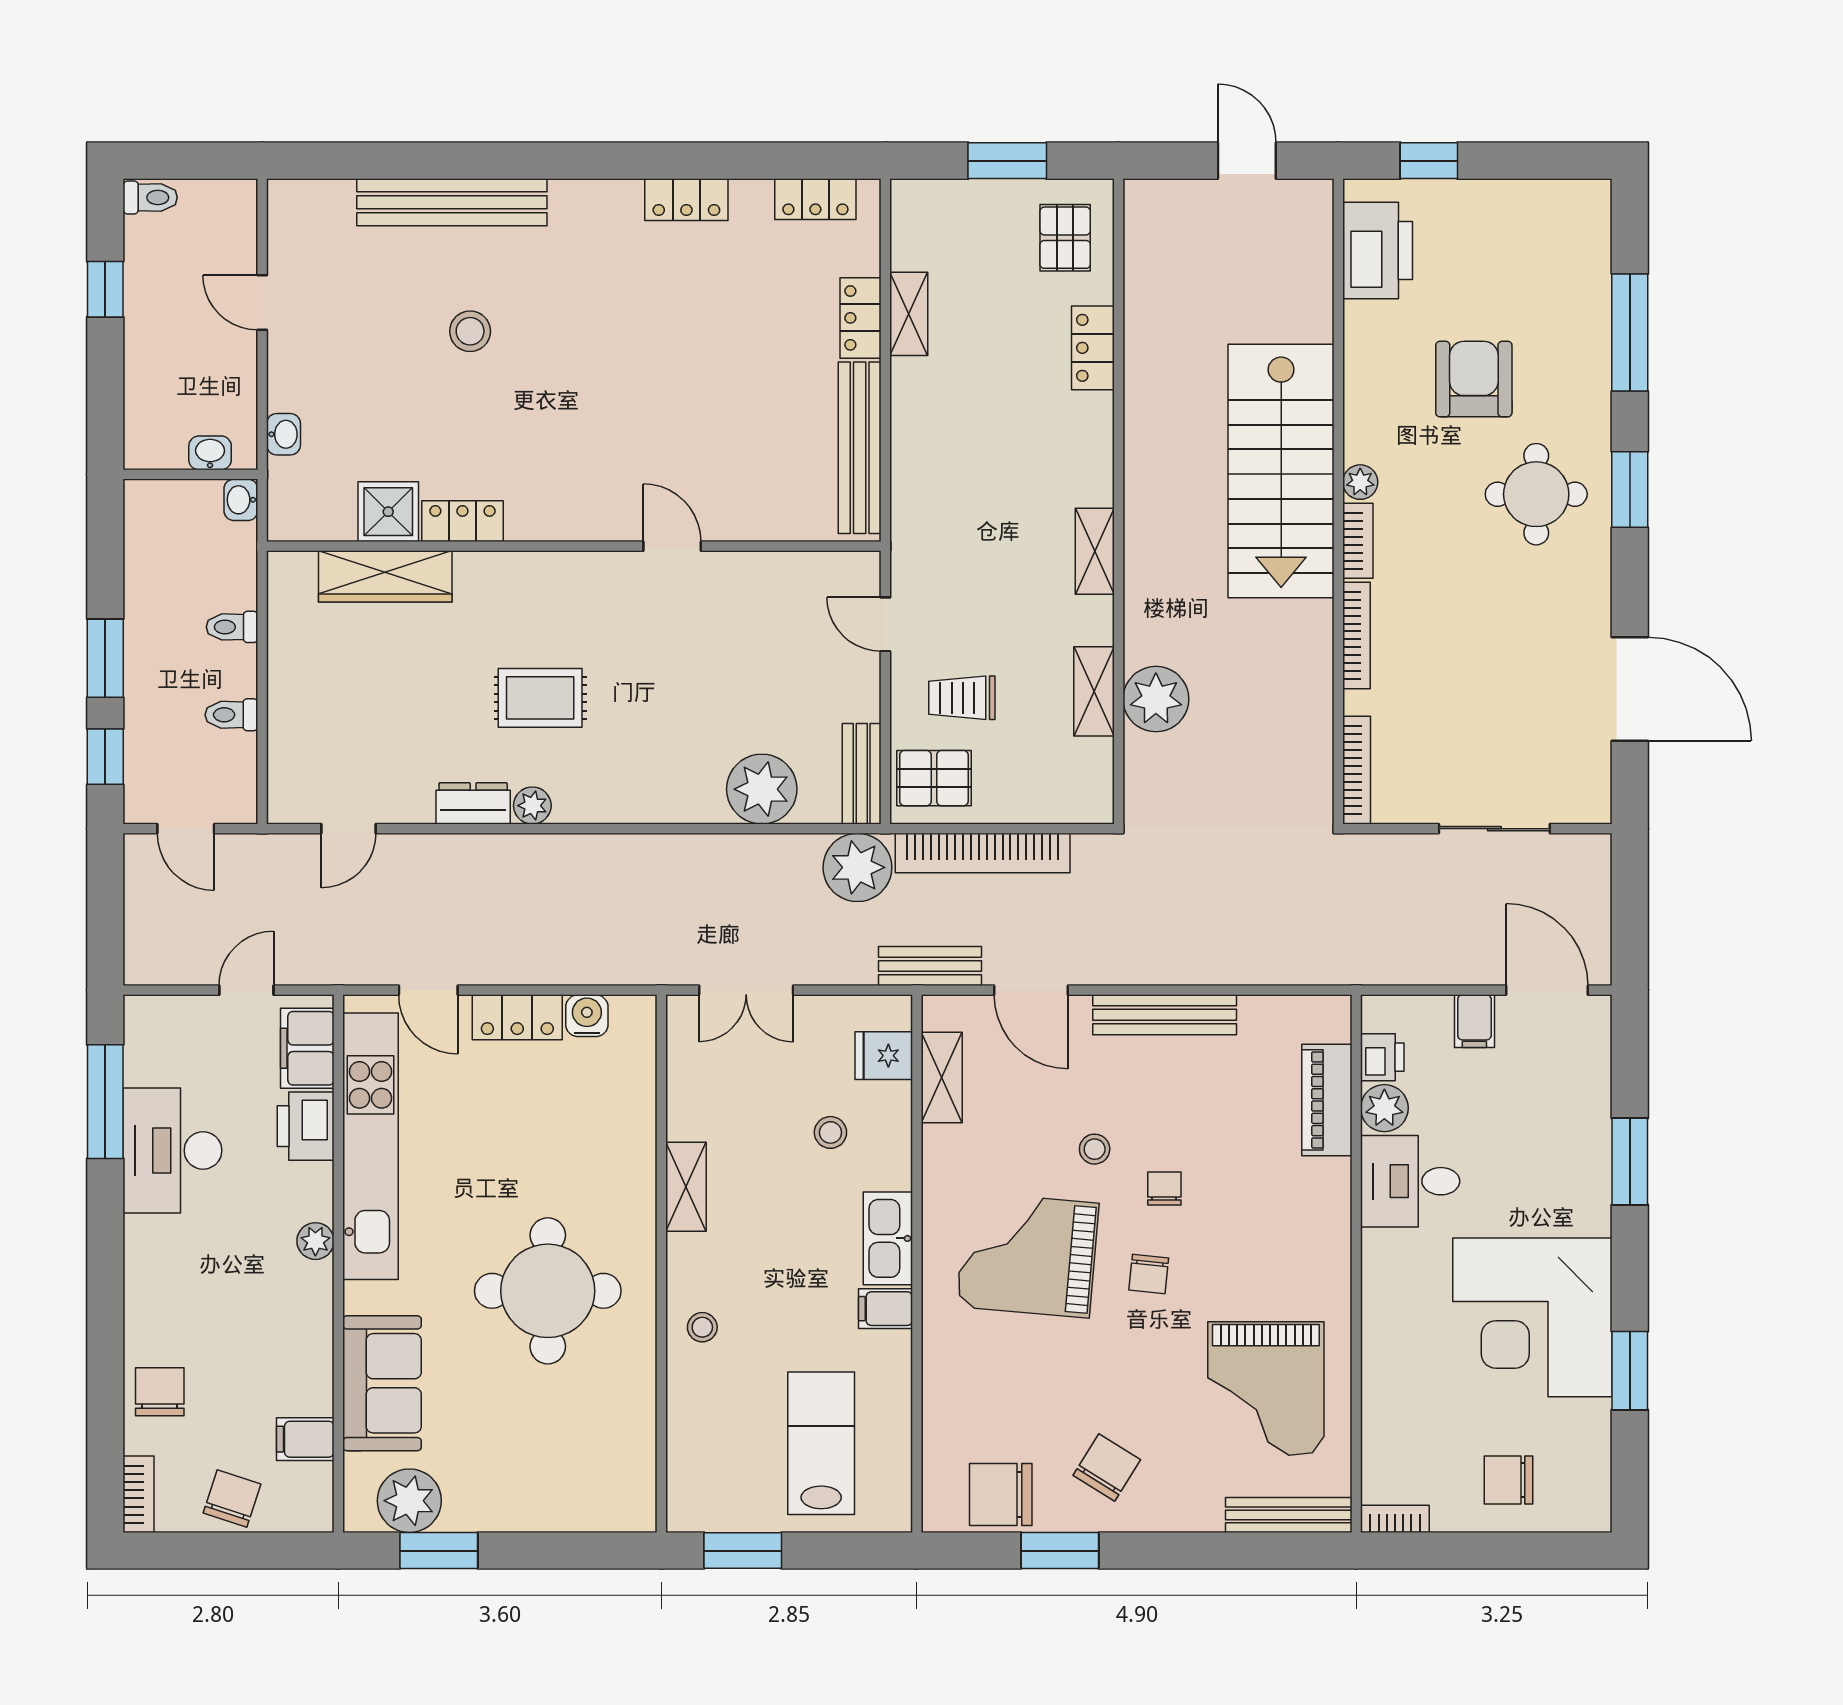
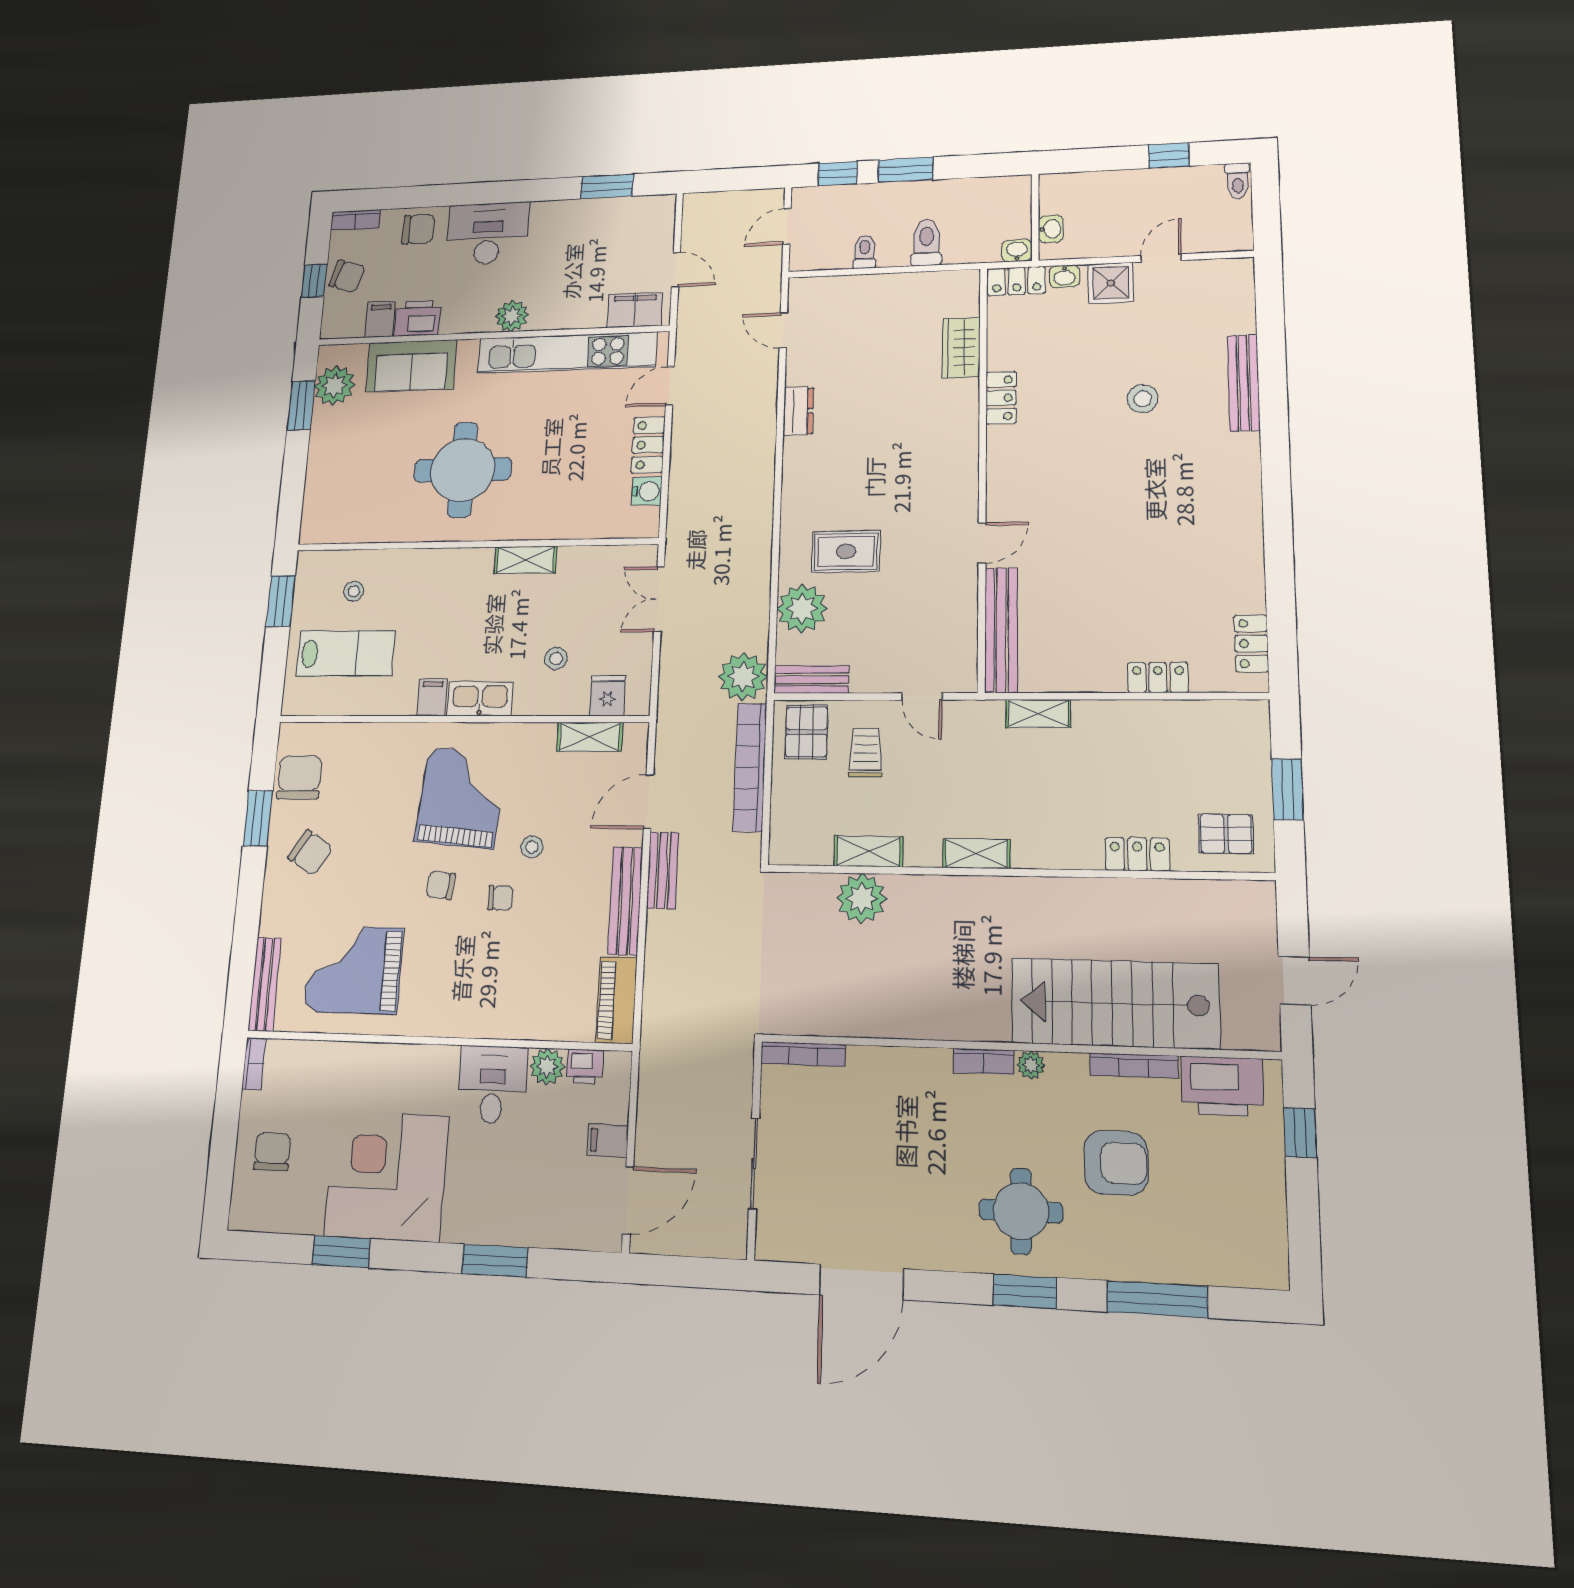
locker: (686, 200) -> (1017, 281), moved, turned -90
bench: (452, 202) -> (1244, 383), width x0.73, depth x0.82
shelving: (909, 314) -> (1038, 714), moved
bench: (860, 448) -> (1001, 630), moved, turned 90
stairs: (1281, 471) -> (1115, 1003), moved
shower: (388, 512) -> (1111, 283), moved
wardrobe: (385, 576) -> (961, 348), width x0.67
door: (885, 624) -> (922, 696), swing flipped
toilet: (232, 627) -> (926, 243), width x1.37, depth x1.39
bookcase: (1356, 635) -> (1134, 1066), moved
rug: (540, 698) -> (846, 551), moved, turned 90
plant: (532, 806) -> (795, 451), removed
bench: (930, 966) -> (663, 870), moved
piano: (1327, 1100) -> (617, 1000), moved, turned -90
window: (105, 1102) -> (607, 186), width x0.69
printer: (306, 1126) -> (418, 318), moved
desk: (172, 1150) -> (488, 233), moved
plant: (315, 1241) -> (512, 316), width x1.38, depth x1.38
stool: (702, 1327) -> (354, 591), moved
window: (237, 1551) -> (314, 281), added

